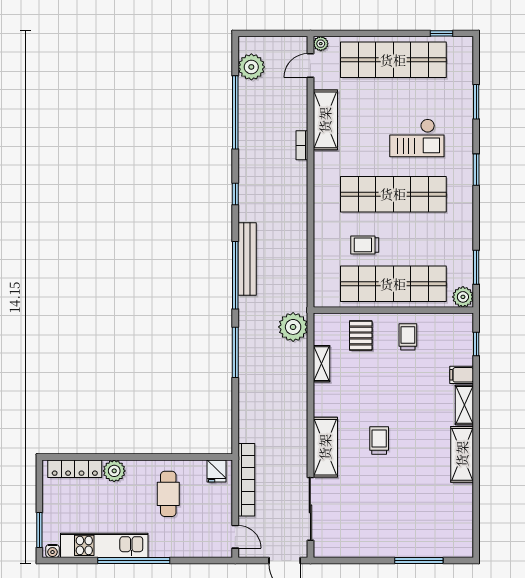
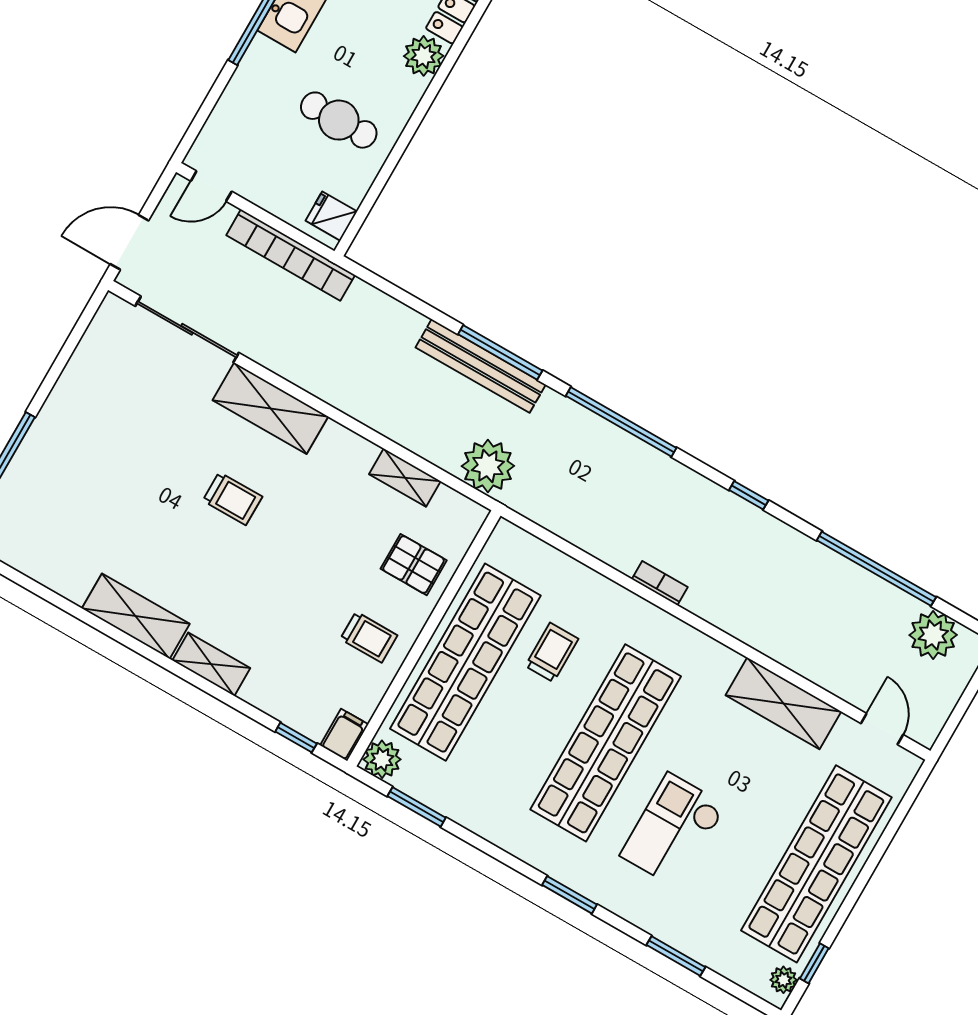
plant: (321, 44) -> (783, 980), moved
bookcase: (302, 145) -> (660, 583), moved
bench: (247, 259) -> (481, 366), moved
filing cabinet: (462, 375) -> (344, 735), moved

